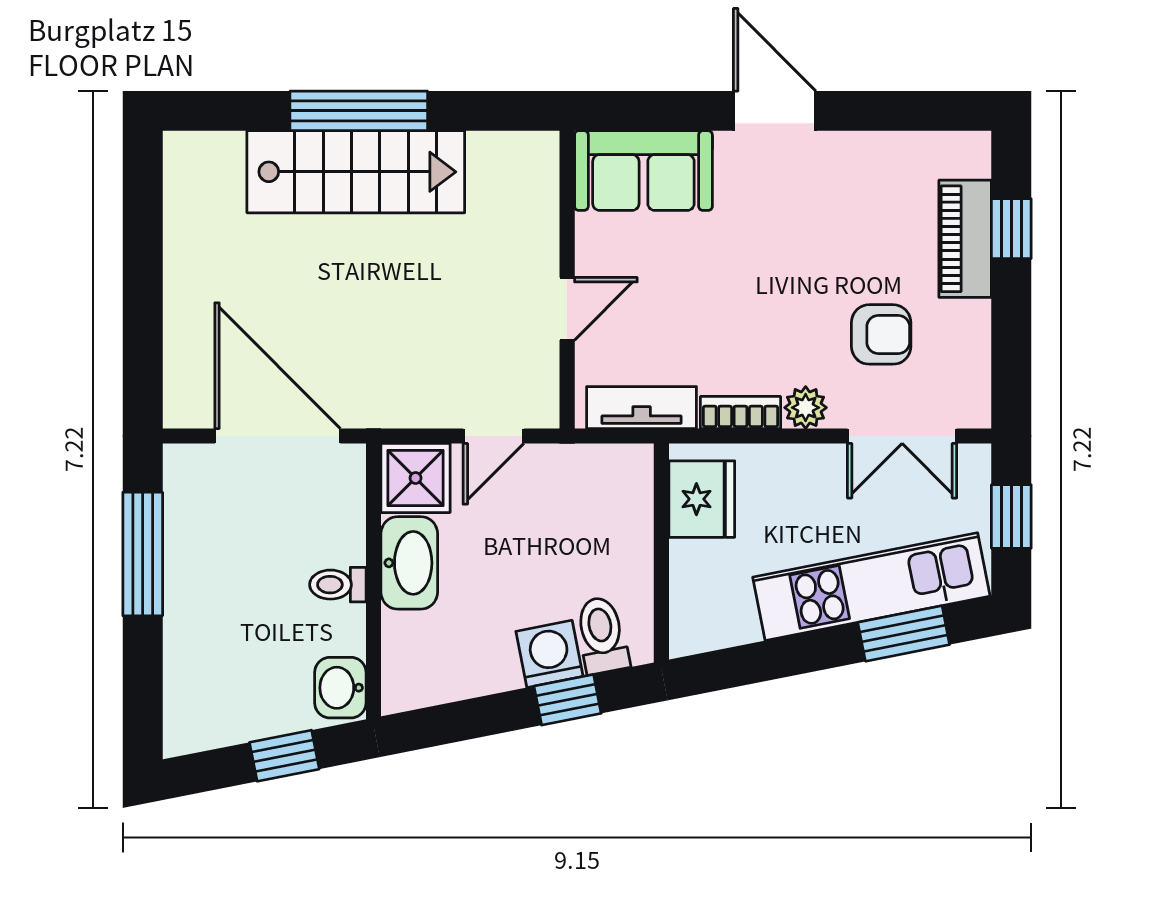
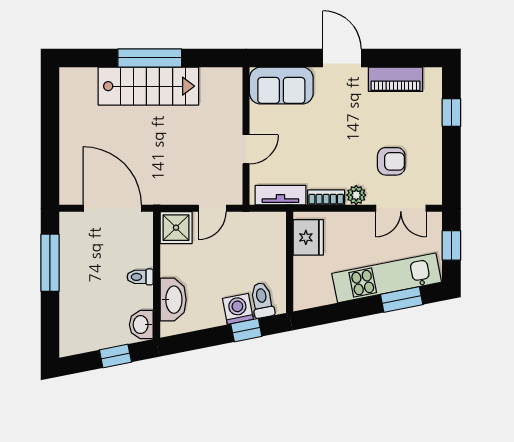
piano: (965, 239) -> (396, 79), moved, turned -90
washbasin: (409, 563) -> (173, 300), moved

